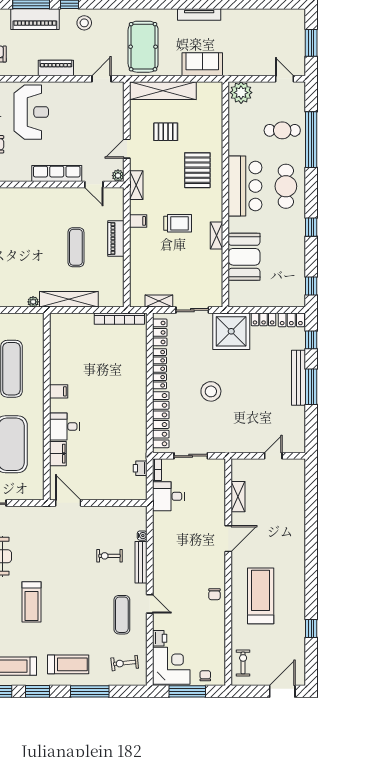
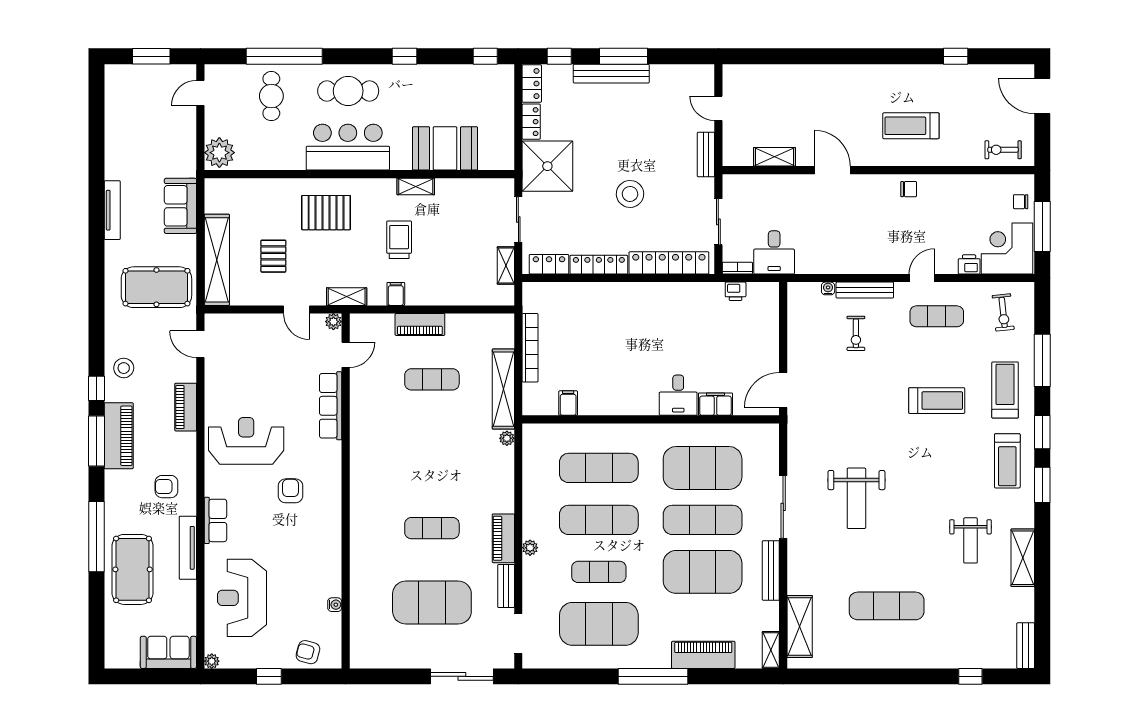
bookcase: (119, 319) -> (530, 348), moved
filing cabinet: (59, 391) -> (568, 403), moved
bench: (240, 447) -> (706, 154), added
treadmill: (261, 596) -> (911, 126), width x0.73, depth x0.73
treadmill: (32, 602) -> (937, 401), moved

